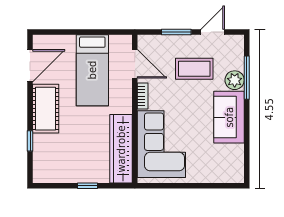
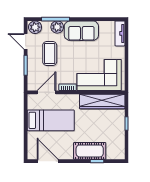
plant: (234, 46) -> (35, 27), added
cot: (46, 109) -> (90, 151), moved
tv unit: (225, 176) -> (120, 33), added

